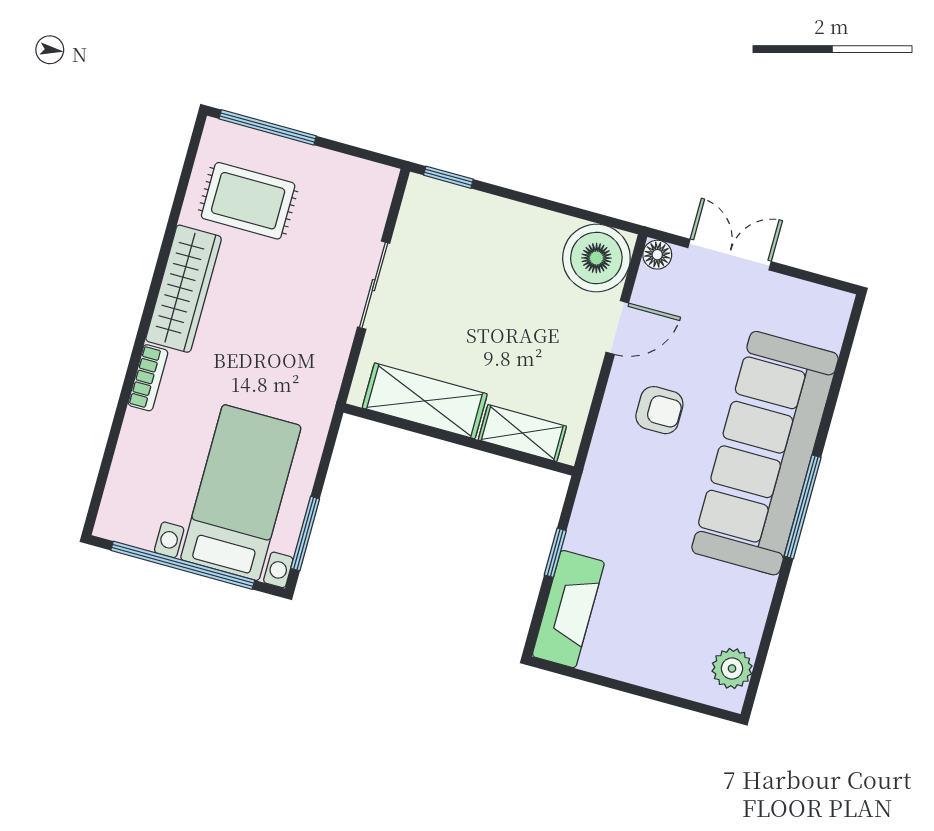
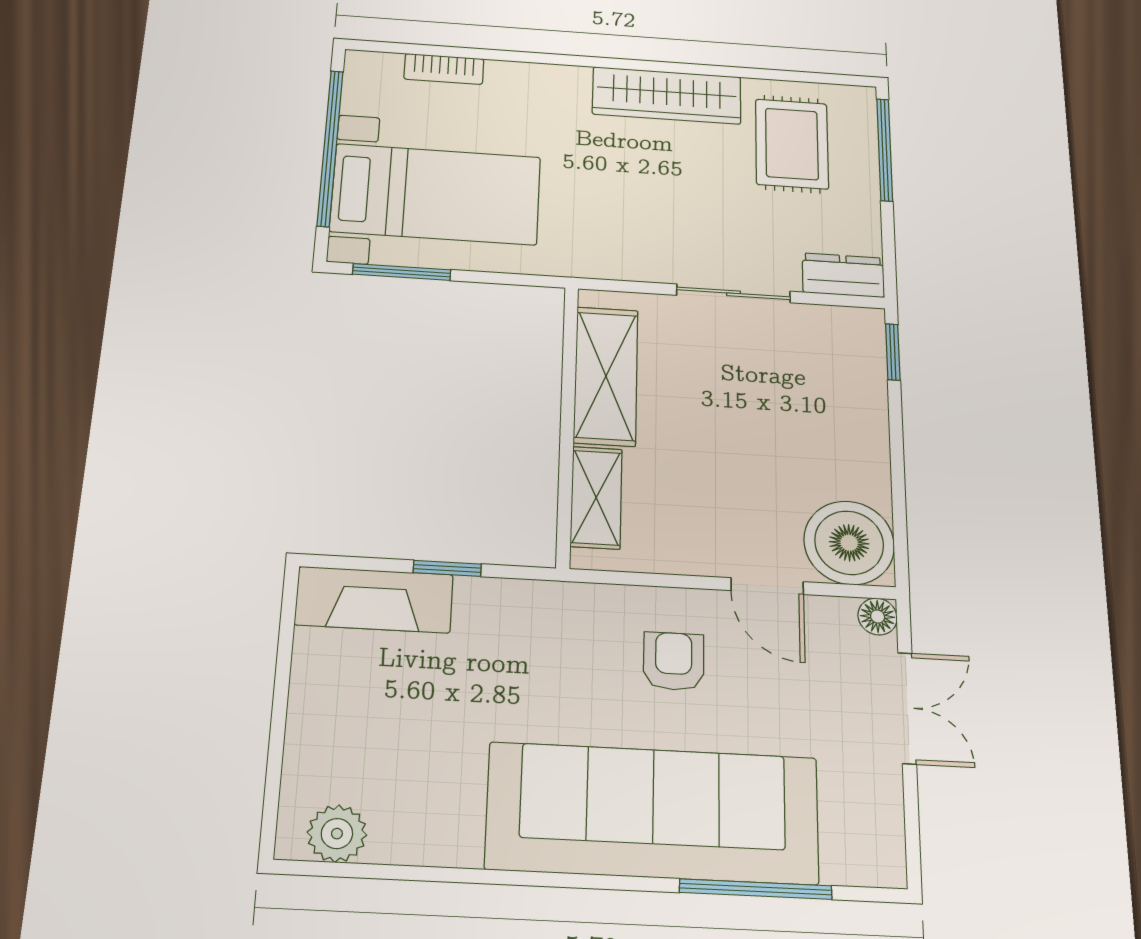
dresser: (375, 195) -> (843, 275), added
bookcase: (148, 378) -> (444, 69), moved
armchair: (659, 410) -> (674, 661), turned 180
window: (803, 507) -> (756, 889), moved

